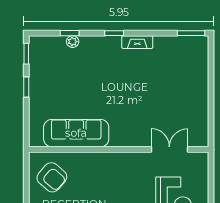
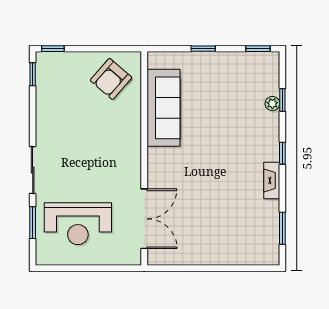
window: (191, 33) -> (282, 228), moved
window: (26, 87) -> (203, 49), moved
double door: (169, 149) -> (144, 219), width x1.37

